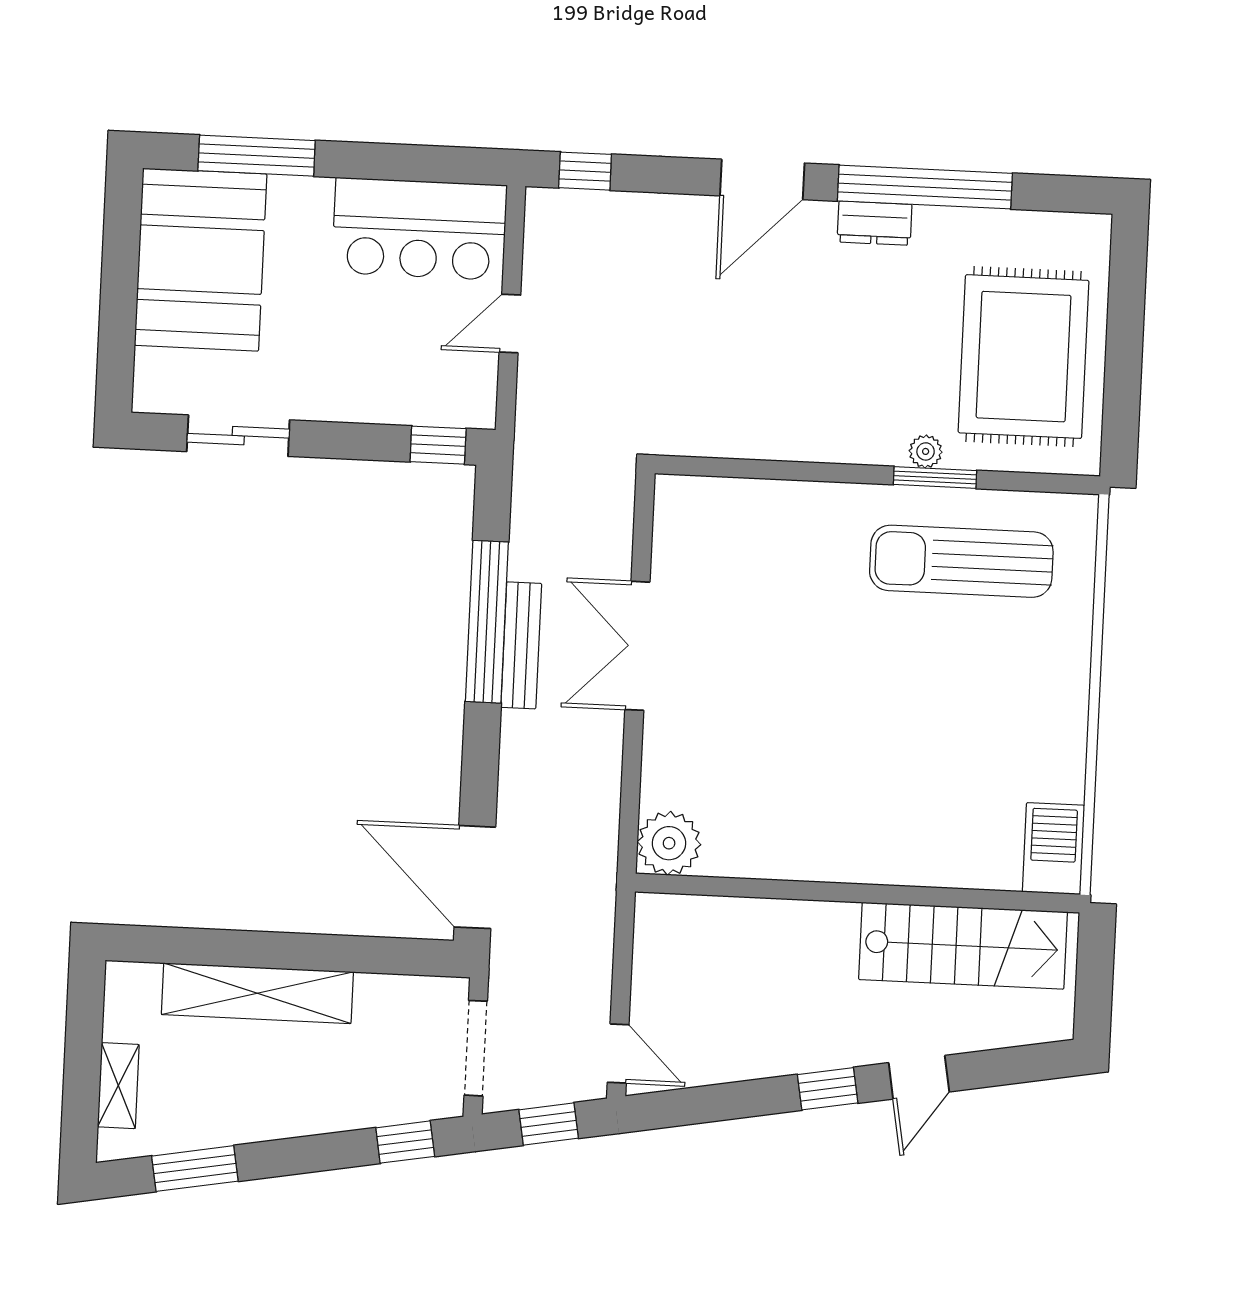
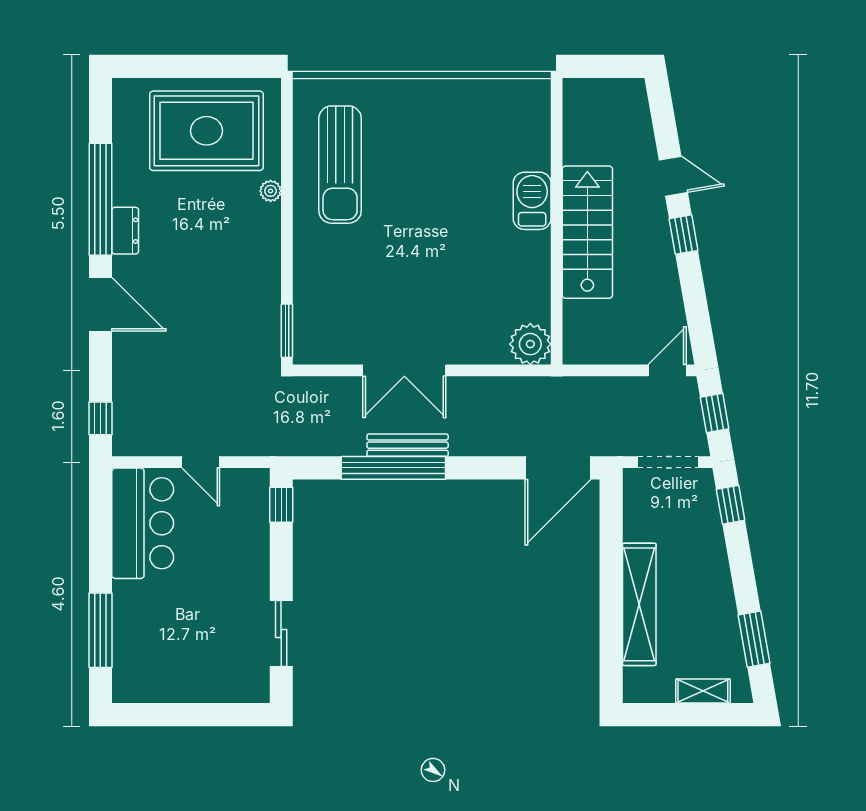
booth: (201, 260) -> (169, 663), removed
window: (935, 477) -> (287, 331), moved
barbecue: (1053, 849) -> (532, 201), moved, turned 90
stairs: (963, 946) -> (587, 232), moved

